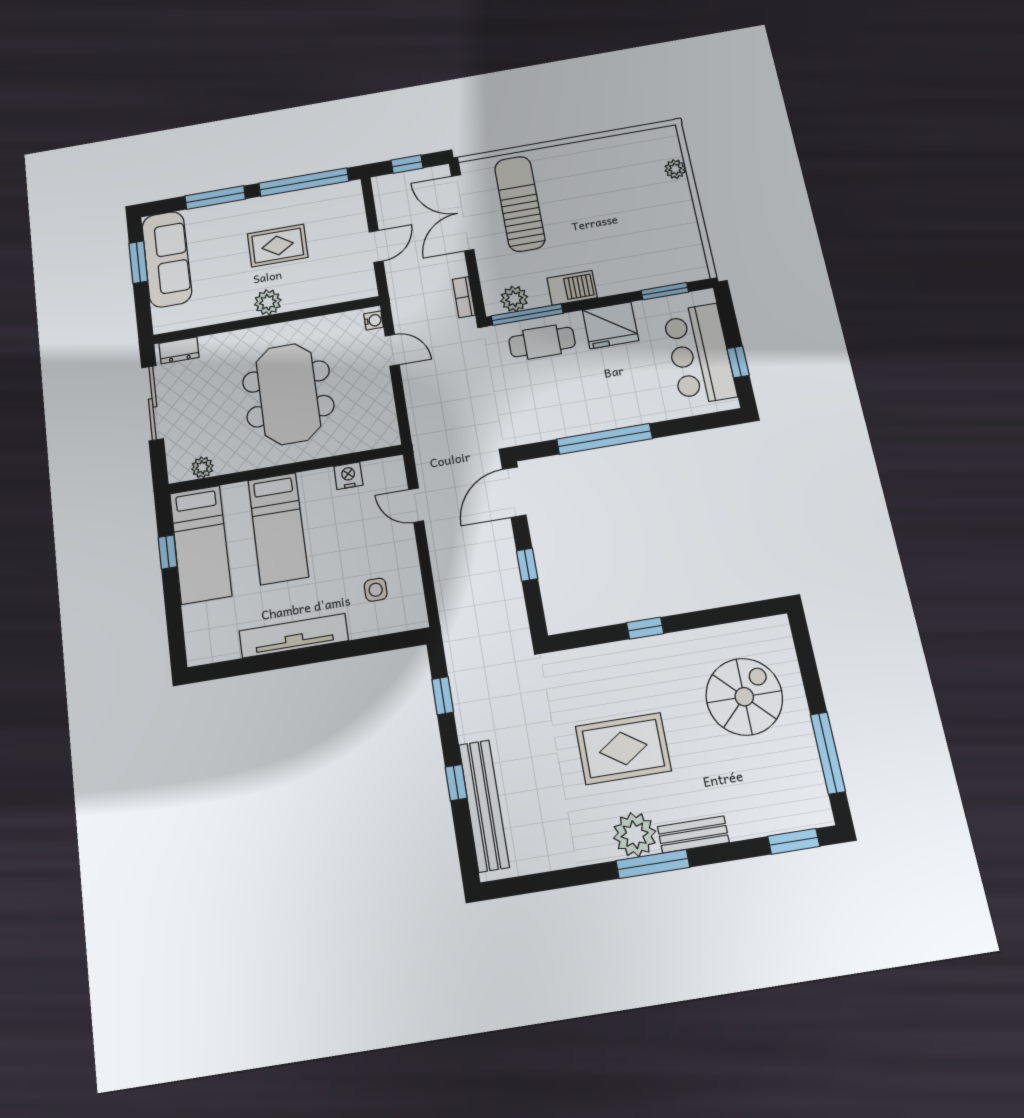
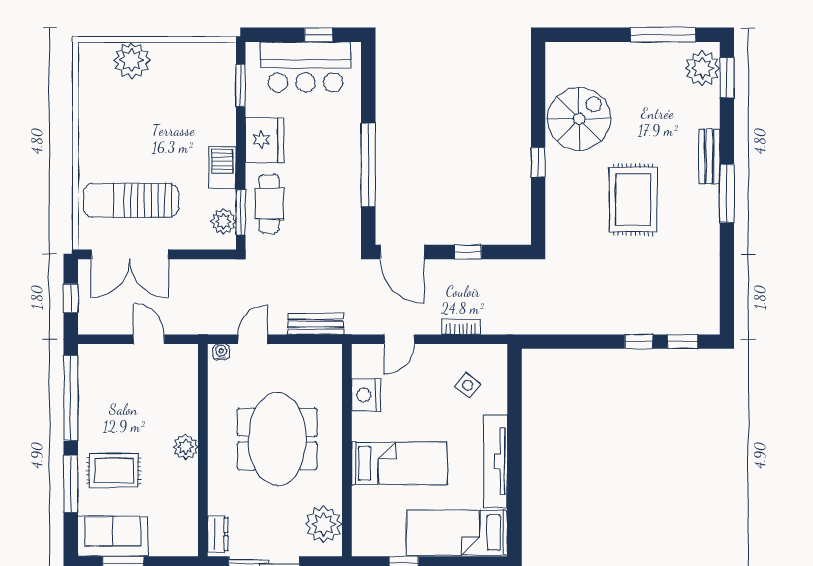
plant: (675, 169) -> (132, 60), width x1.87, depth x1.87
rug: (278, 246) -> (114, 471), moved, turned 90
sofa: (167, 259) -> (113, 536), width x0.73
bookcase: (464, 297) -> (461, 327), moved, turned 180
window: (527, 315) -> (241, 212), width x0.69
meeting table: (288, 394) -> (277, 439), turned 90
plant: (202, 467) -> (324, 524), width x1.87, depth x1.87
nightstand: (348, 476) -> (366, 395), width x1.36, depth x1.33
bed: (201, 544) -> (457, 533), moved, turned 180
side table: (376, 590) -> (468, 385), turned 38
window: (443, 696) -> (683, 342), moved
spiral stairs: (744, 697) -> (579, 119), moved, turned 90
bench: (484, 806) -> (316, 324), moved, width x0.54, depth x0.82
plant: (635, 835) -> (702, 68), moved

